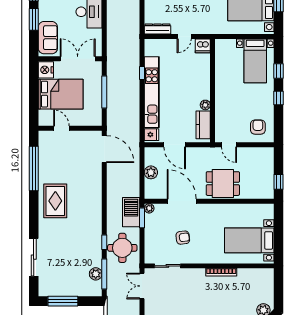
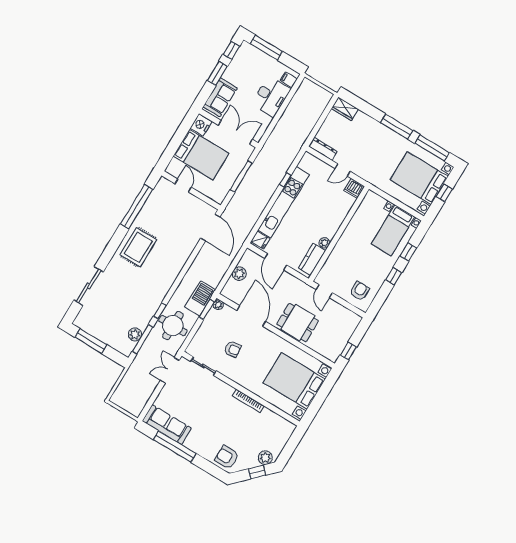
bed with nightstands: (249, 240) -> (294, 381), width x1.36

